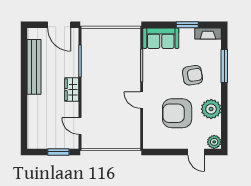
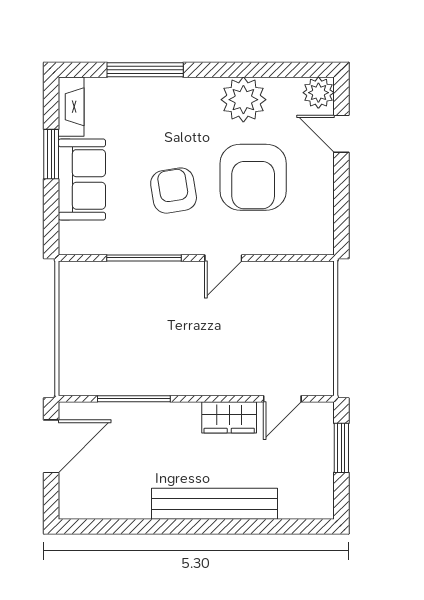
sofa: (161, 38) -> (82, 179), moved
bench: (34, 67) -> (215, 504), moved
armchair: (192, 75) -> (174, 191), moved
wardrobe: (72, 90) -> (229, 417), moved
door: (196, 152) -> (341, 134), swing flipped

